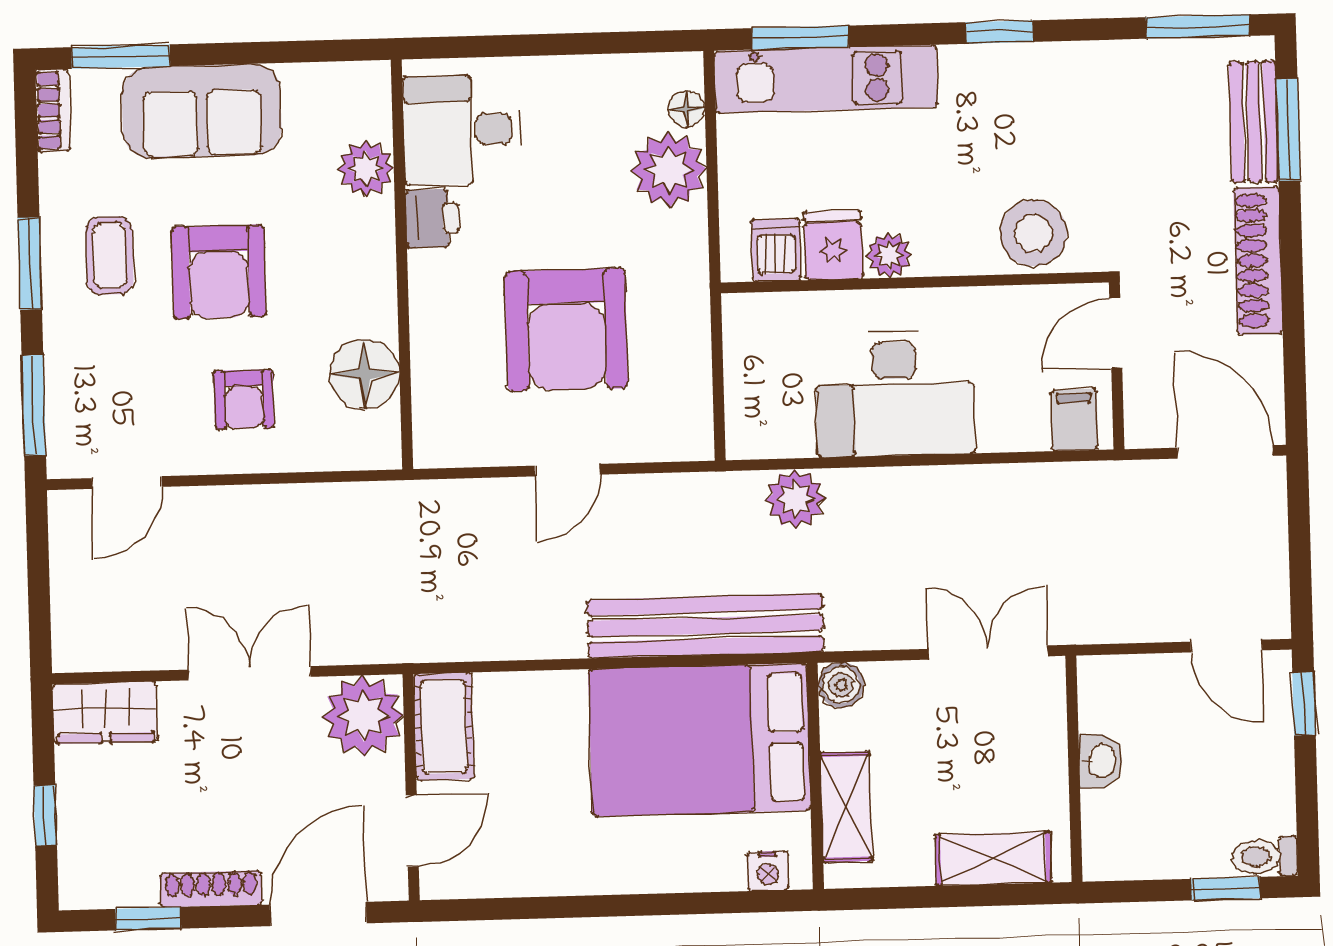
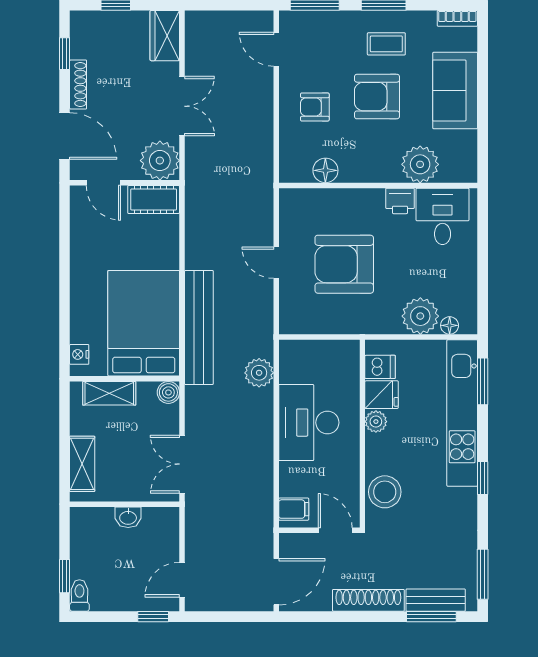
window: (121, 57) -> (483, 52), removed
kitchen unit: (826, 79) -> (462, 413), width x1.36
plant: (366, 169) -> (420, 164), width x1.36, depth x1.36
floor lamp: (364, 374) -> (325, 170), width x0.73, depth x0.73
double door: (988, 653) -> (182, 464), swing flipped

